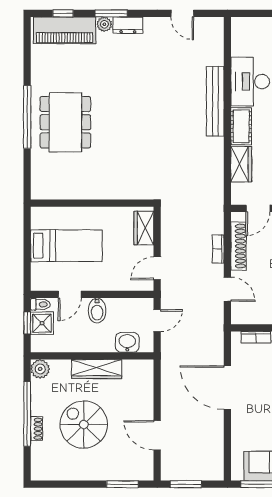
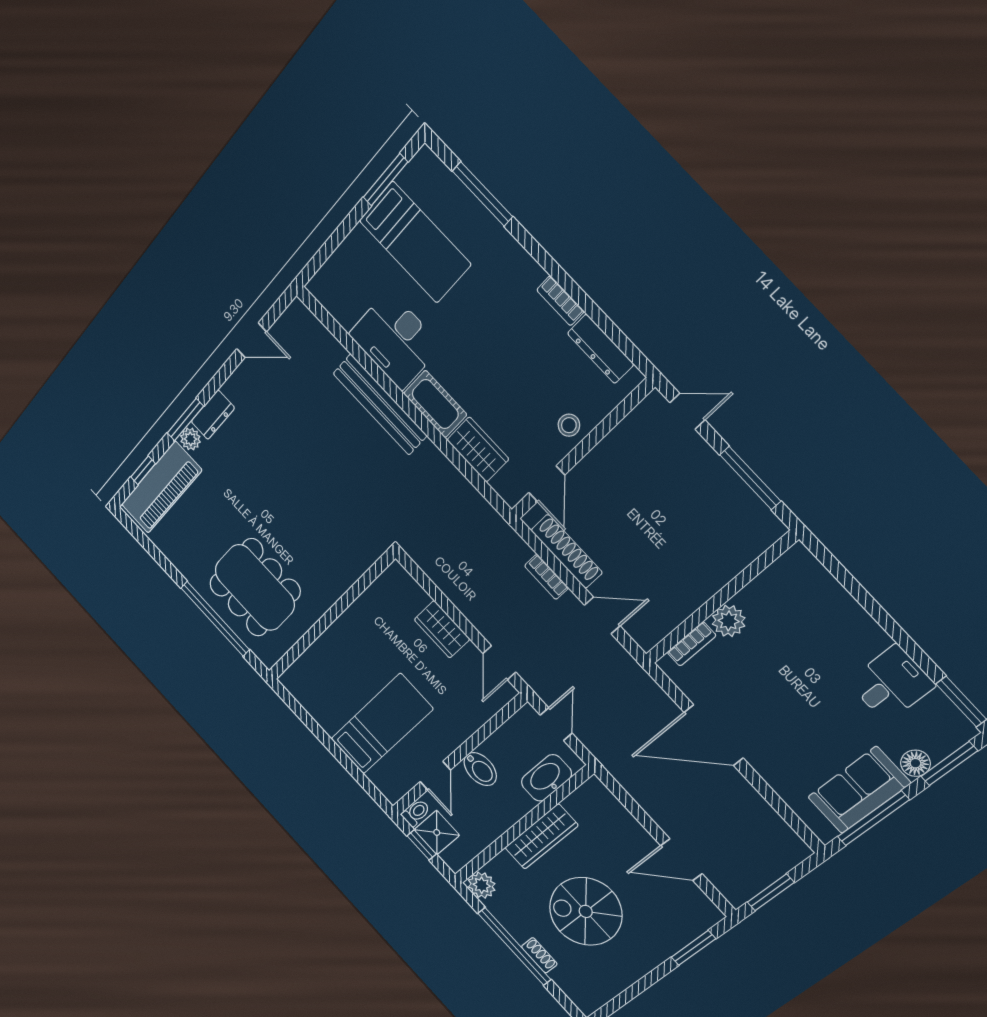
wall: (92, 203) -> (330, 616), moved
washbasin: (127, 342) -> (546, 778), width x1.38

